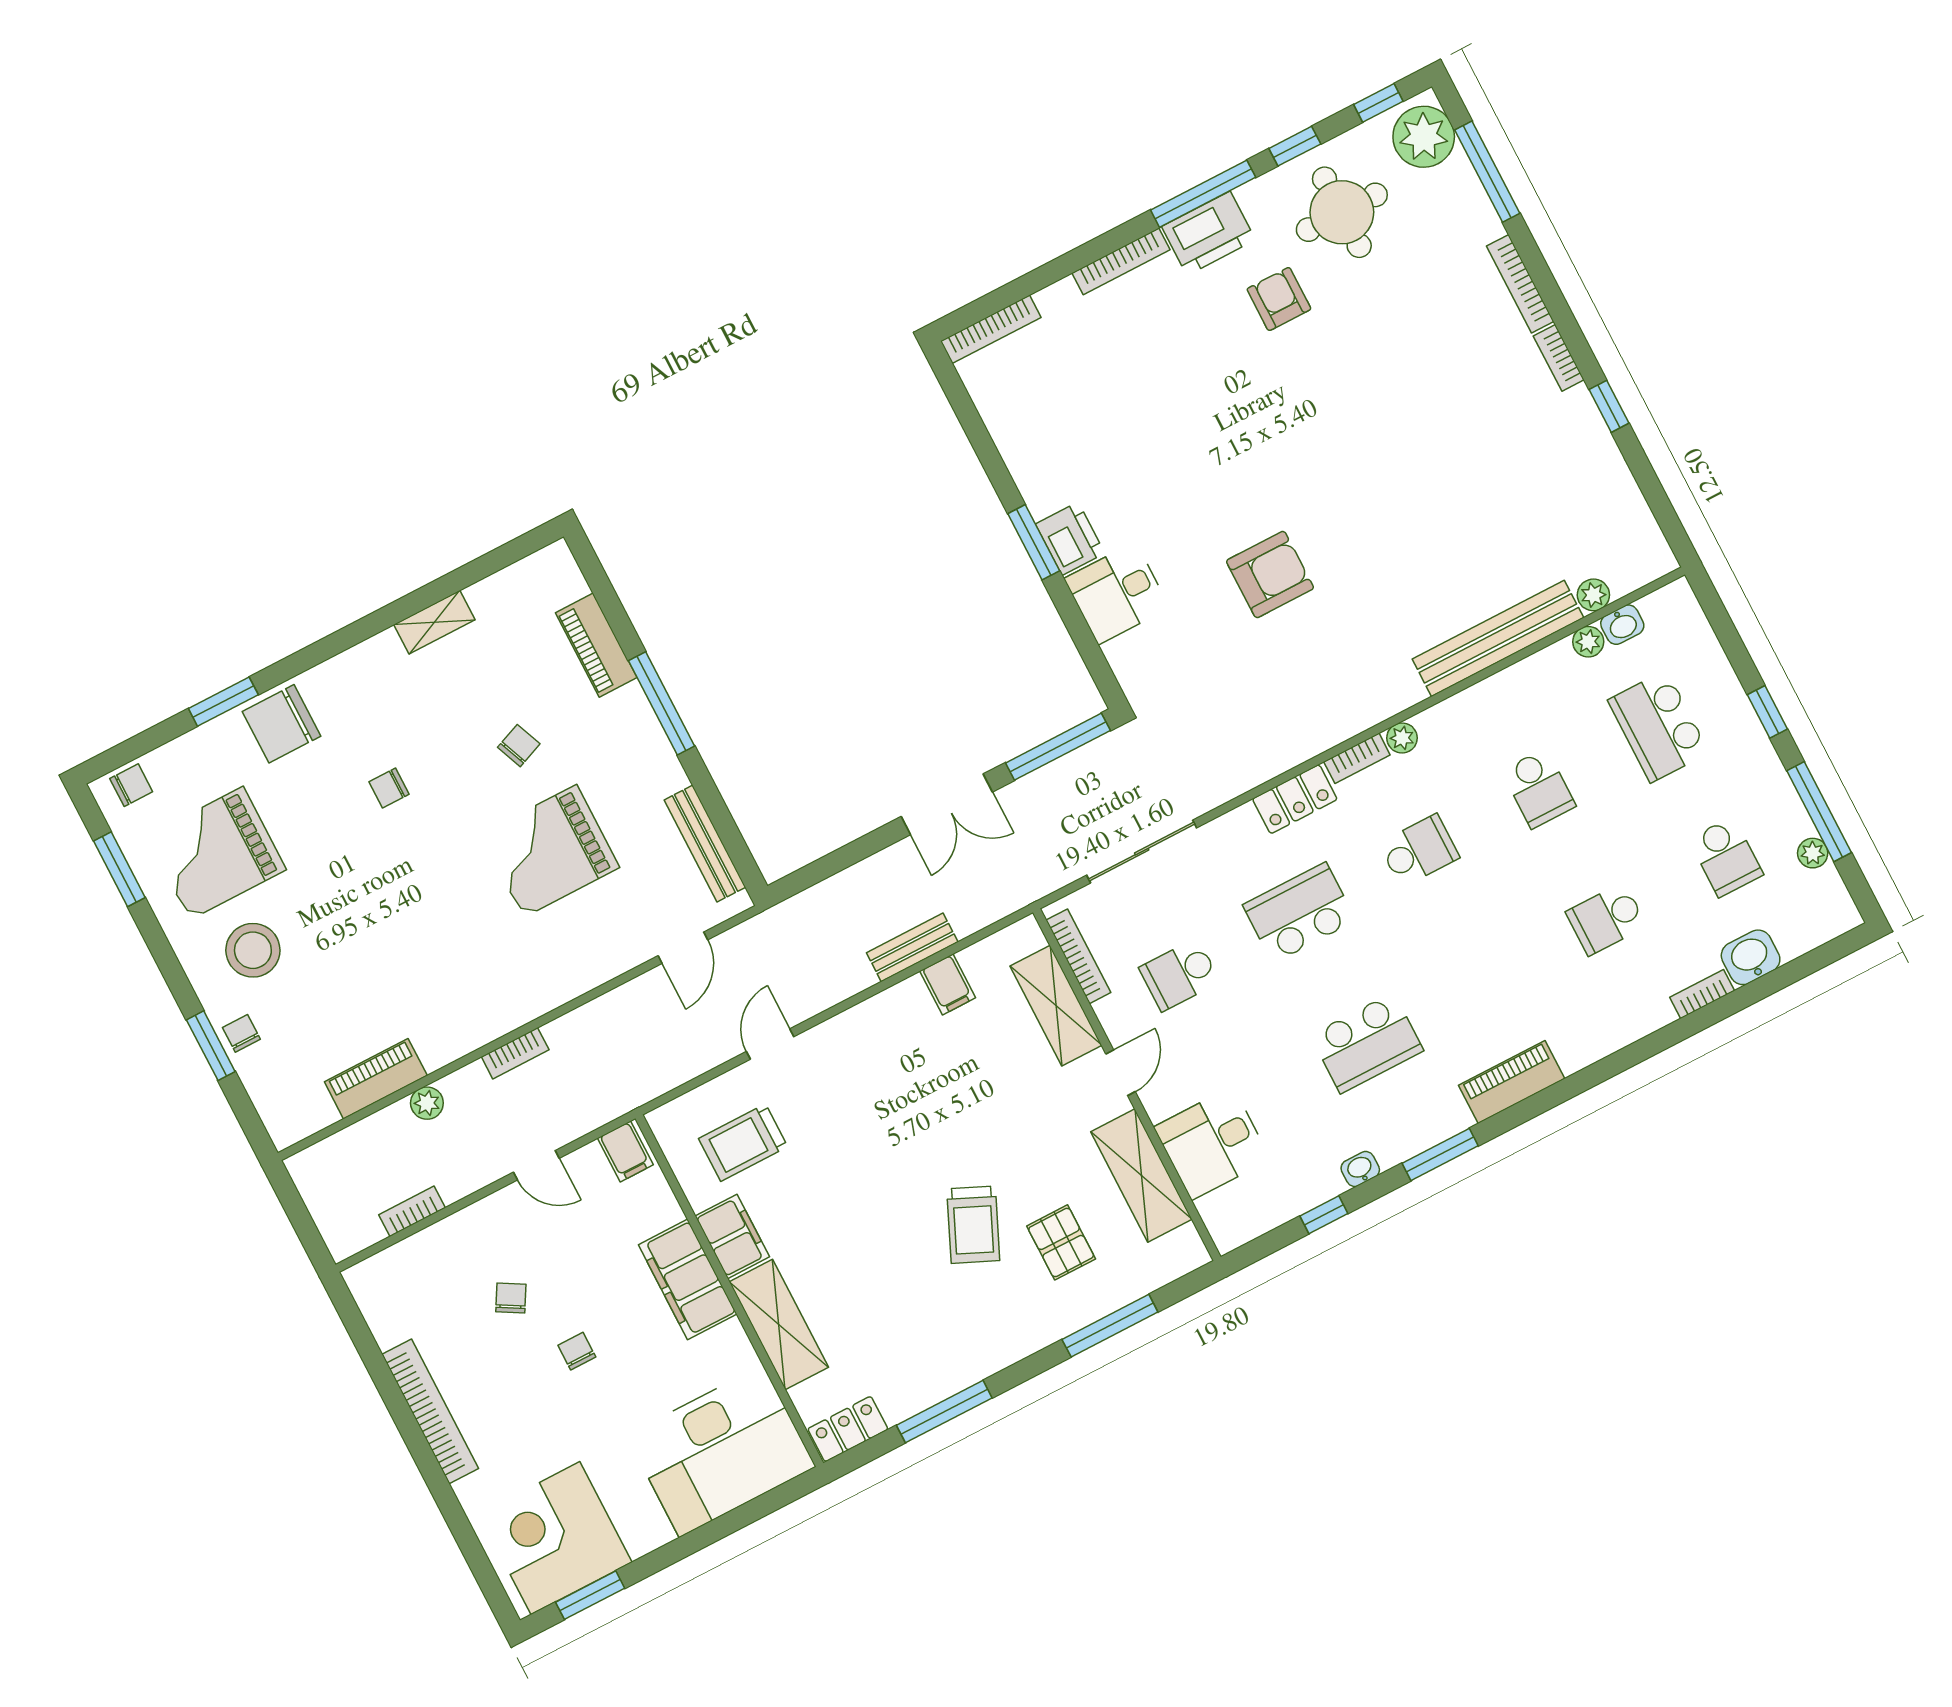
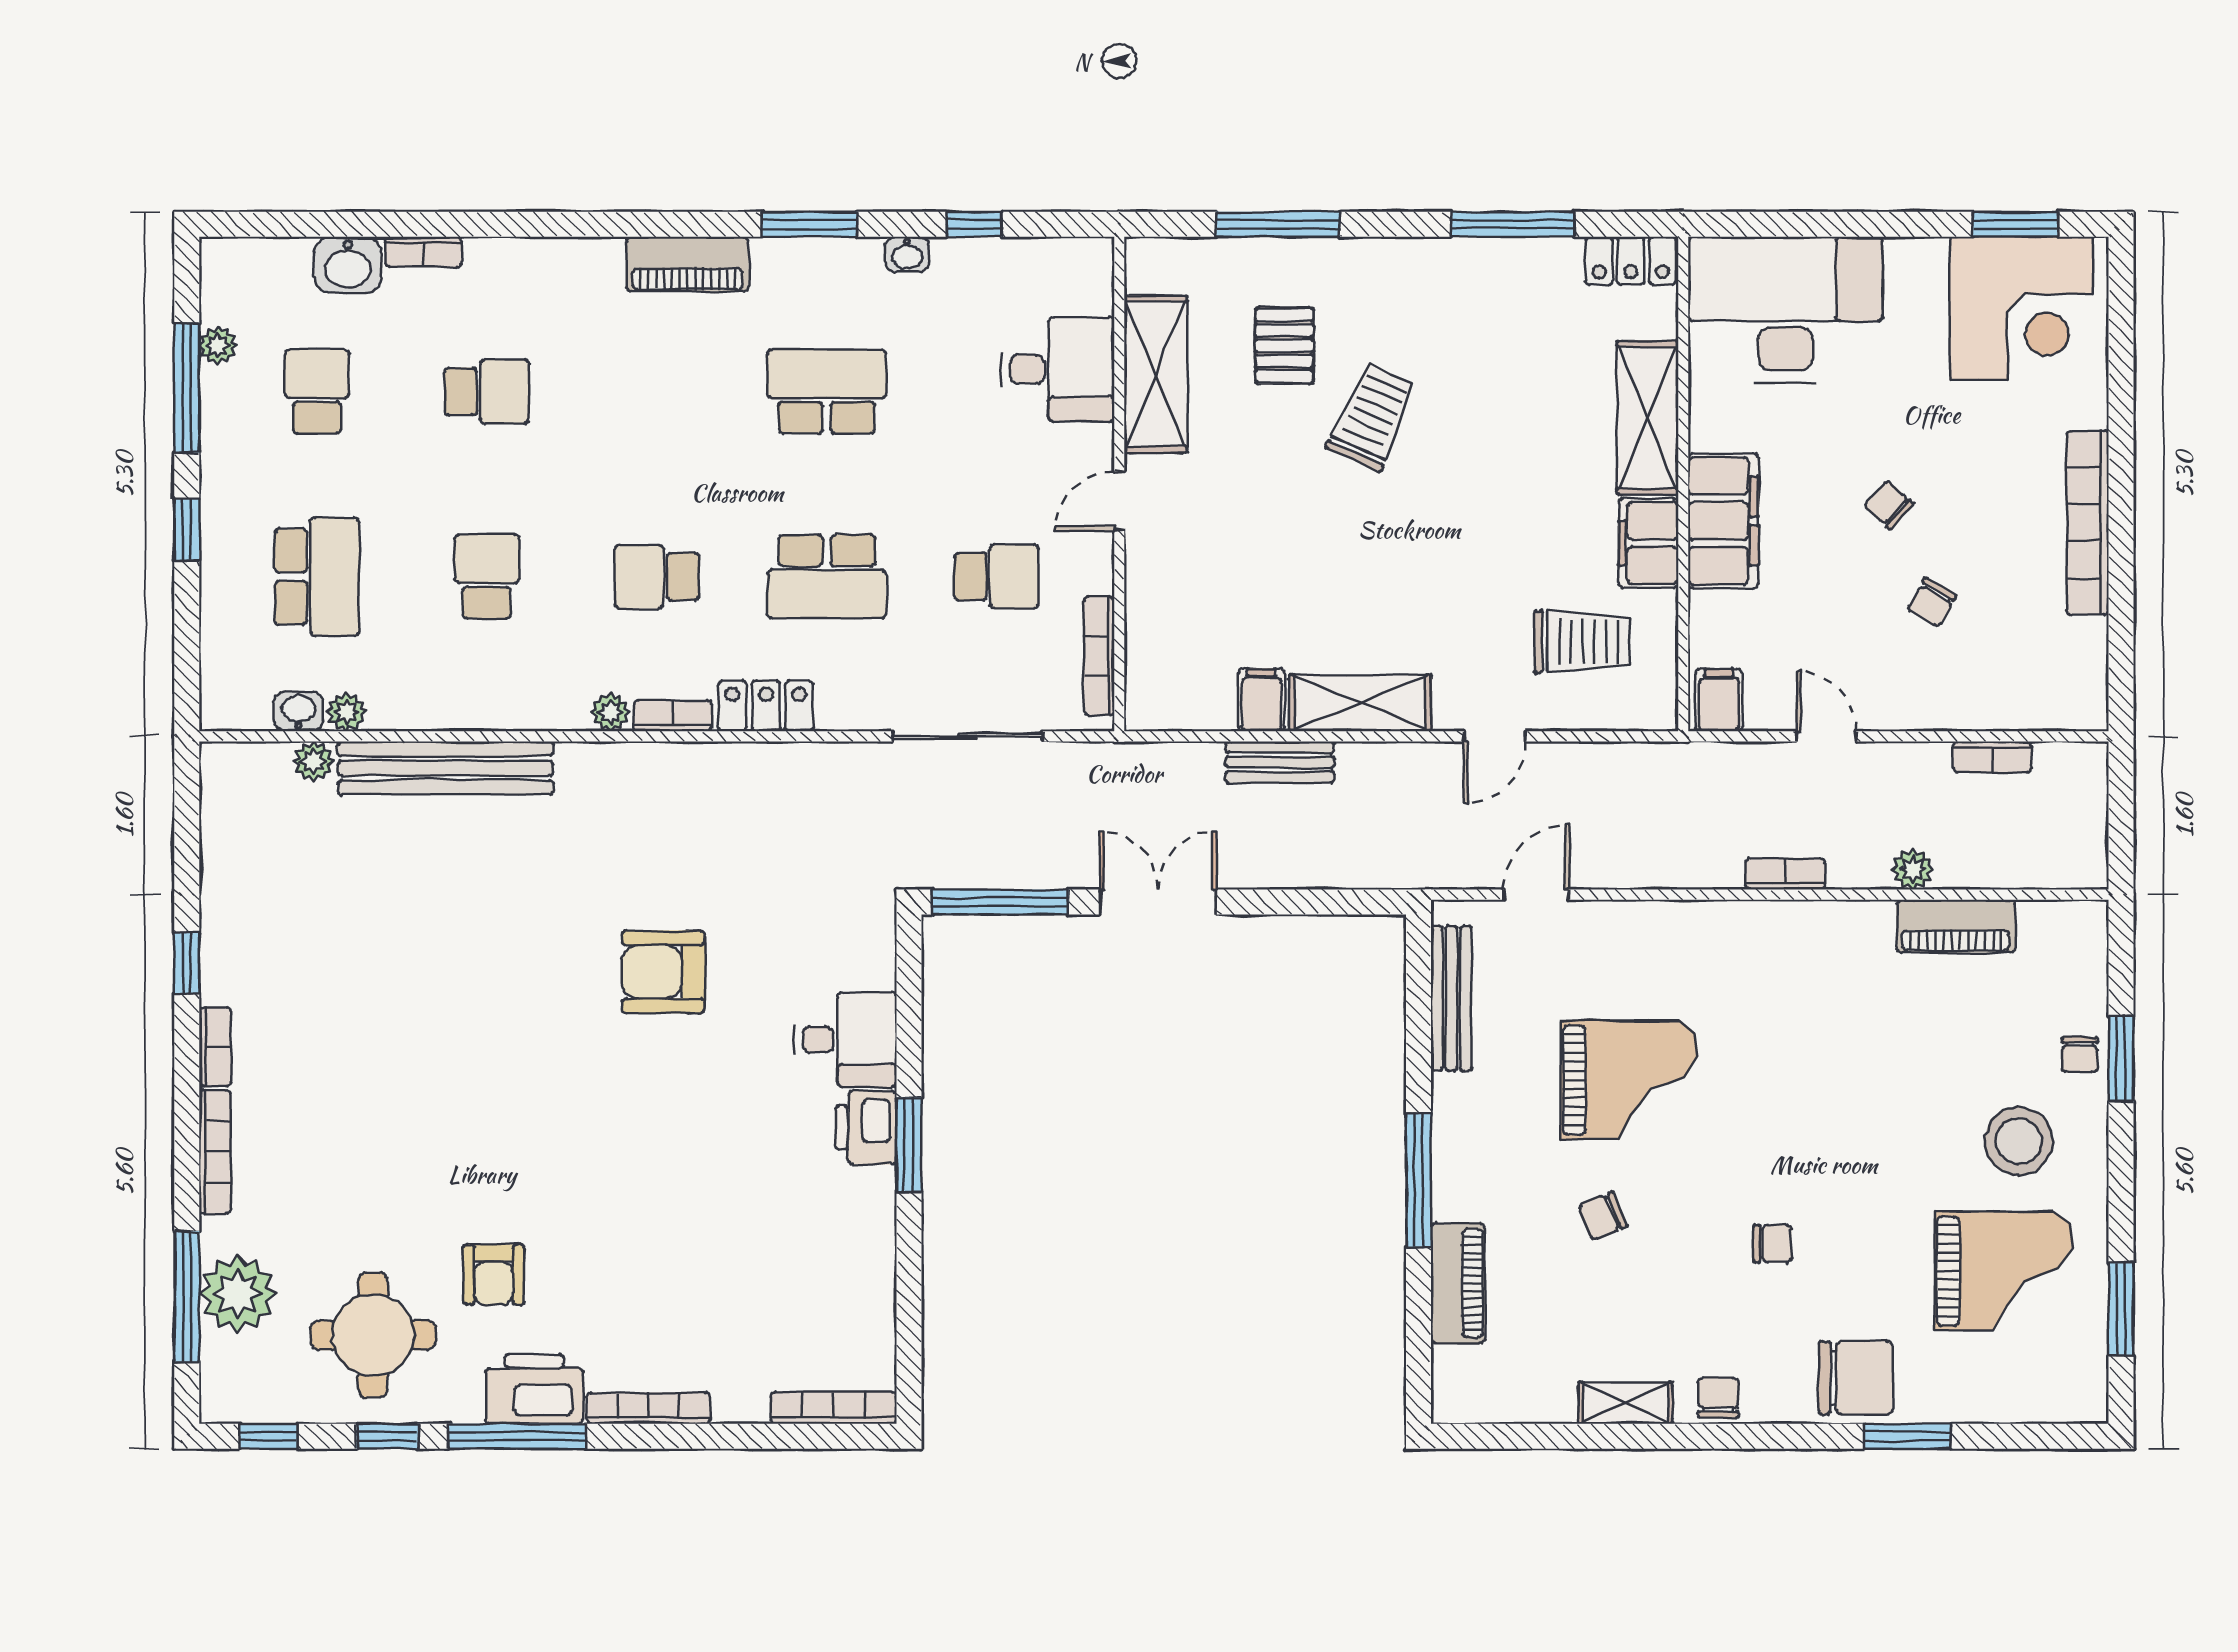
plant: (1424, 137) -> (238, 1294), moved
chair: (131, 785) -> (1718, 1398), moved, turned 90
shelving: (1056, 1006) -> (1360, 703), moved, turned 90
chair: (577, 1351) -> (1889, 505), turned 132

